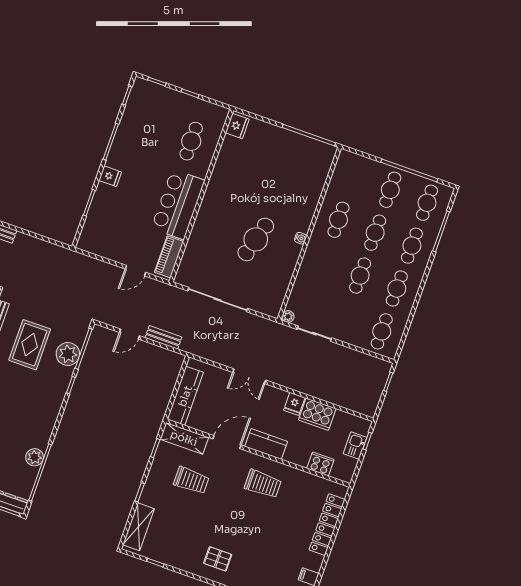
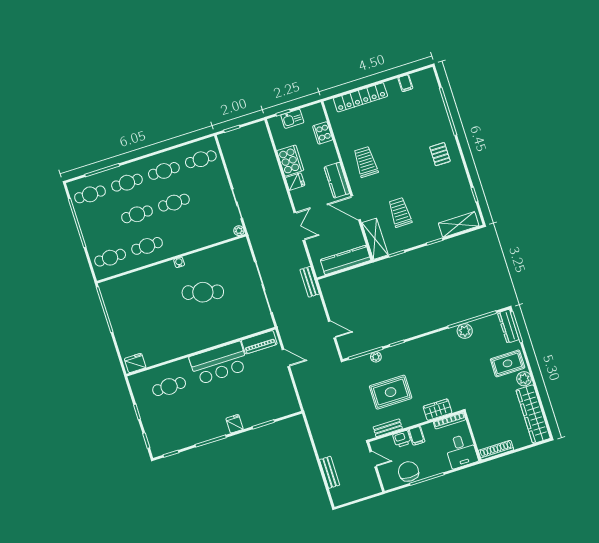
cafe table: (390, 190) -> (110, 258), moved
bench: (163, 337) -> (310, 282), moved
plant: (68, 354) -> (376, 357), width x0.53, depth x0.53

